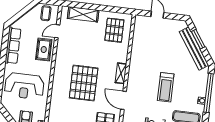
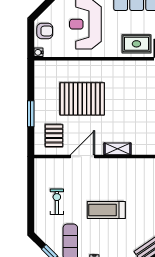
pallet: (84, 83) -> (82, 99), moved

